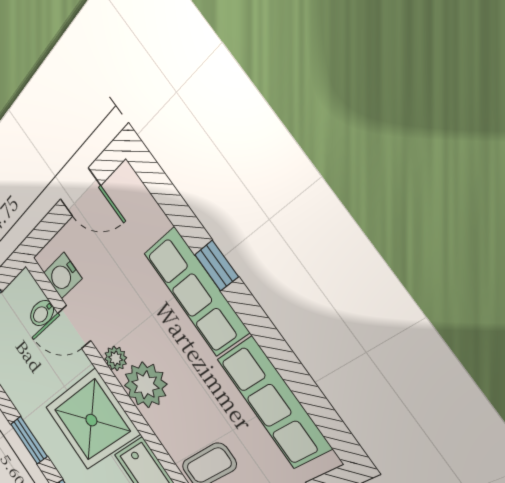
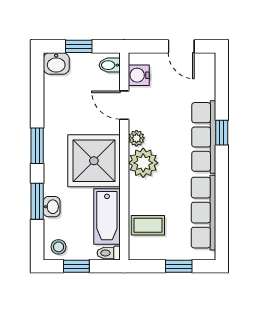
bidet: (42, 313) -> (110, 65), moved

